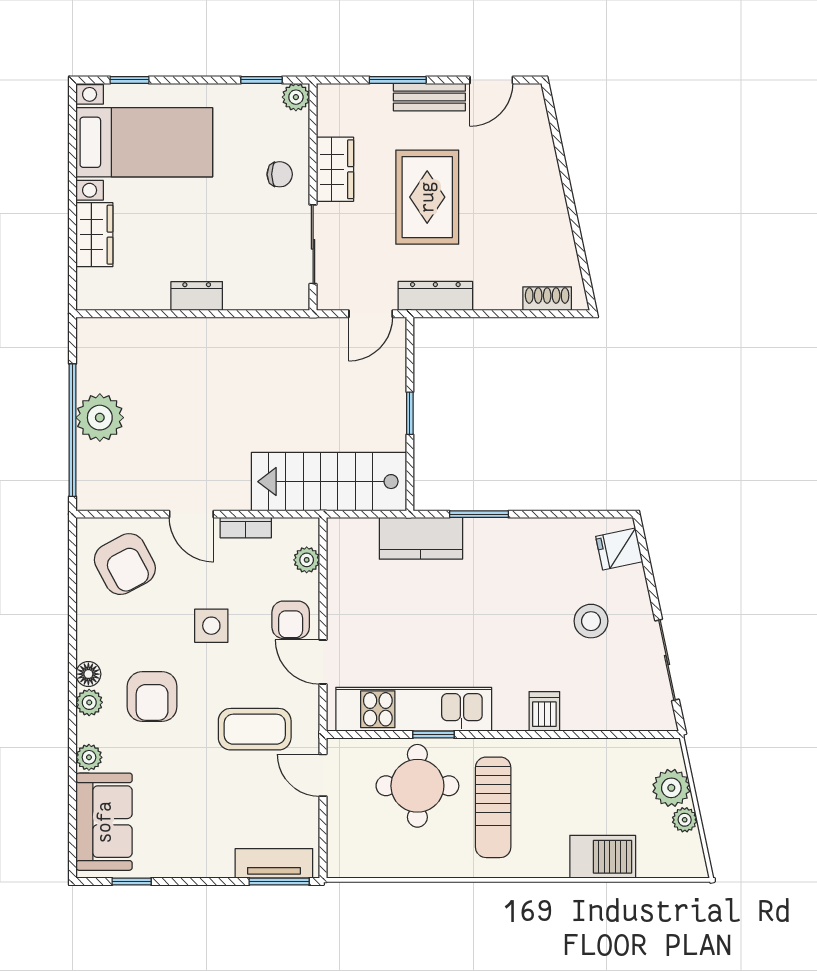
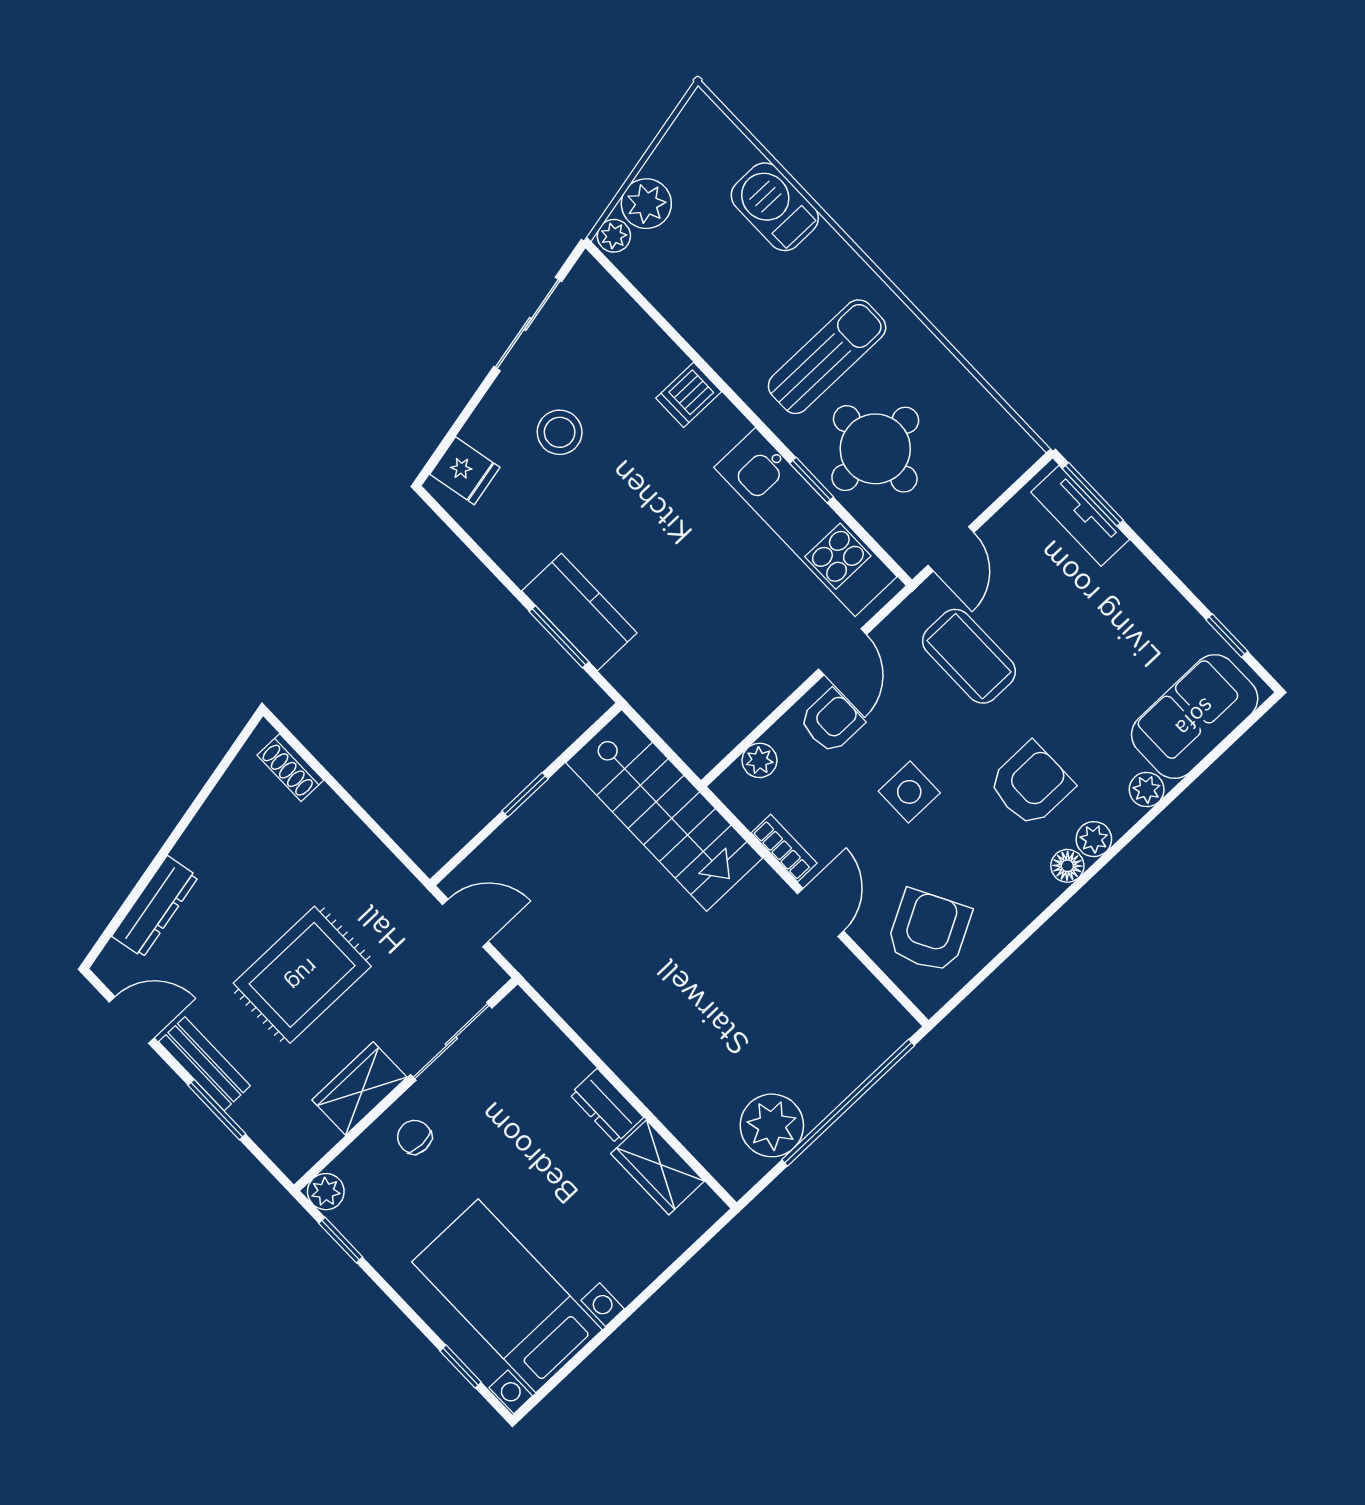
wardrobe: (94, 235) -> (658, 1167), moved, turned -90
dresser: (435, 296) -> (155, 906), moved, turned -102
plant: (100, 418) -> (772, 1125), moved
kitchen counter: (421, 538) -> (579, 612), moved
plant: (685, 820) -> (614, 236), moved

